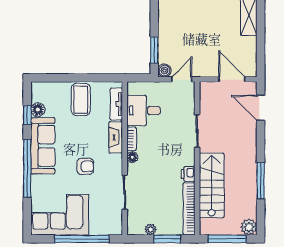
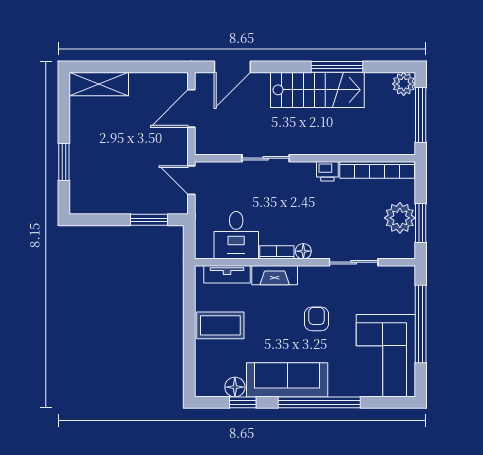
boiler: (165, 71) -> (179, 205), removed
stairs: (212, 185) -> (317, 90), moved, turned 180
plant: (151, 229) -> (400, 218), width x1.88, depth x1.88
window: (167, 239) -> (421, 223), moved

